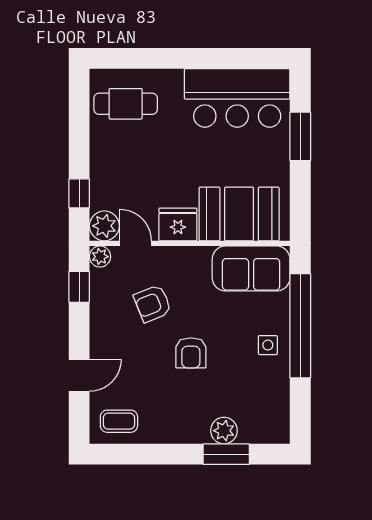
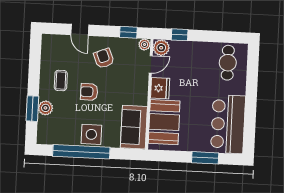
armchair: (153, 304) -> (104, 58), moved
window: (300, 326) -> (81, 152), moved
side table: (268, 345) -> (91, 134), width x1.87, depth x1.87
coffee table: (119, 421) -> (61, 80), moved

